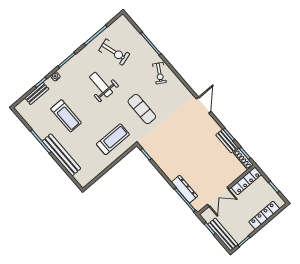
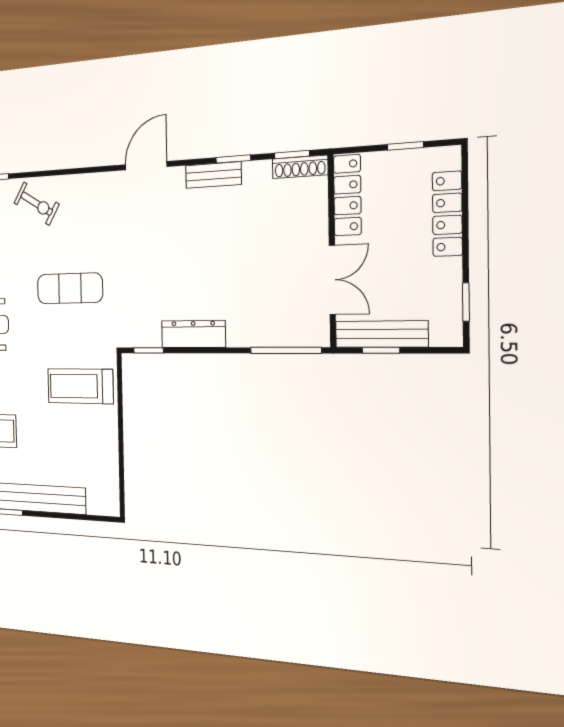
door: (204, 105) -> (146, 166), hinge flipped
treadmill: (113, 139) -> (80, 386), turned -90
bench: (227, 141) -> (213, 175), moved
dresser: (185, 189) -> (193, 334), moved
bench: (223, 234) -> (381, 334), moved

